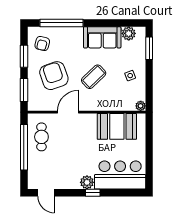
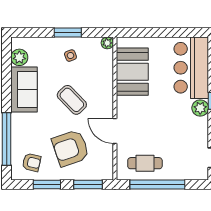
window: (149, 48) -> (68, 32), moved

